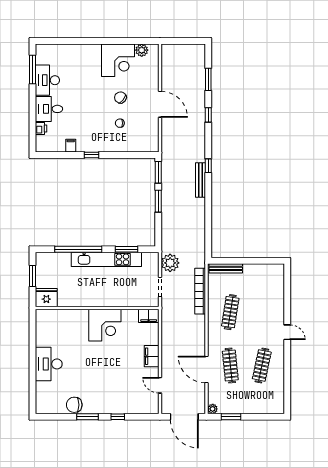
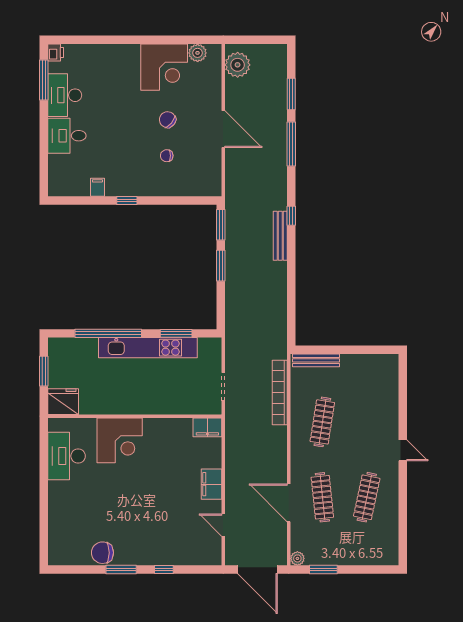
window: (208, 115) -> (291, 144), width x2.17
printer: (41, 129) -> (56, 53), moved
plant: (170, 263) -> (238, 65), moved
corner desk: (105, 325) -> (120, 440), moved
desk: (49, 364) -> (66, 456), moved

